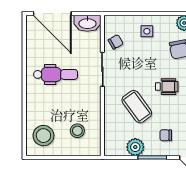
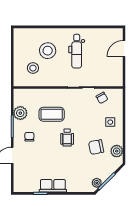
door: (52, 13) -> (124, 49), width x0.53
washbasin: (87, 23) -> (116, 76), removed
coffee table: (137, 107) -> (52, 114), turned 36
stool: (43, 136) -> (48, 51), moved

